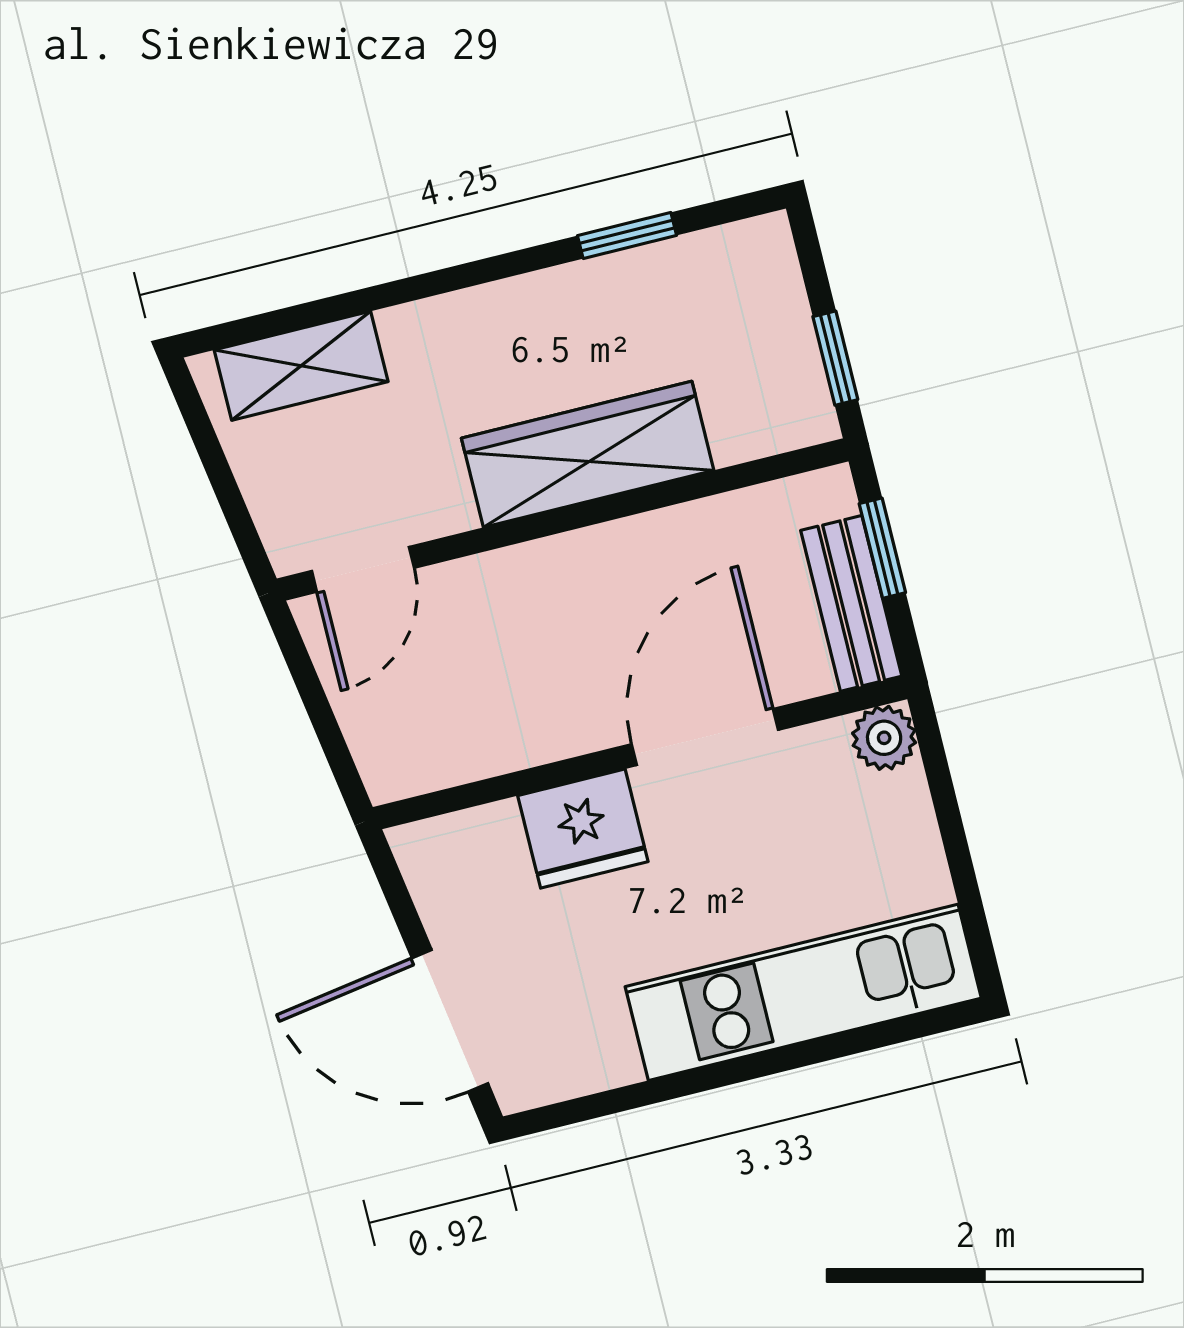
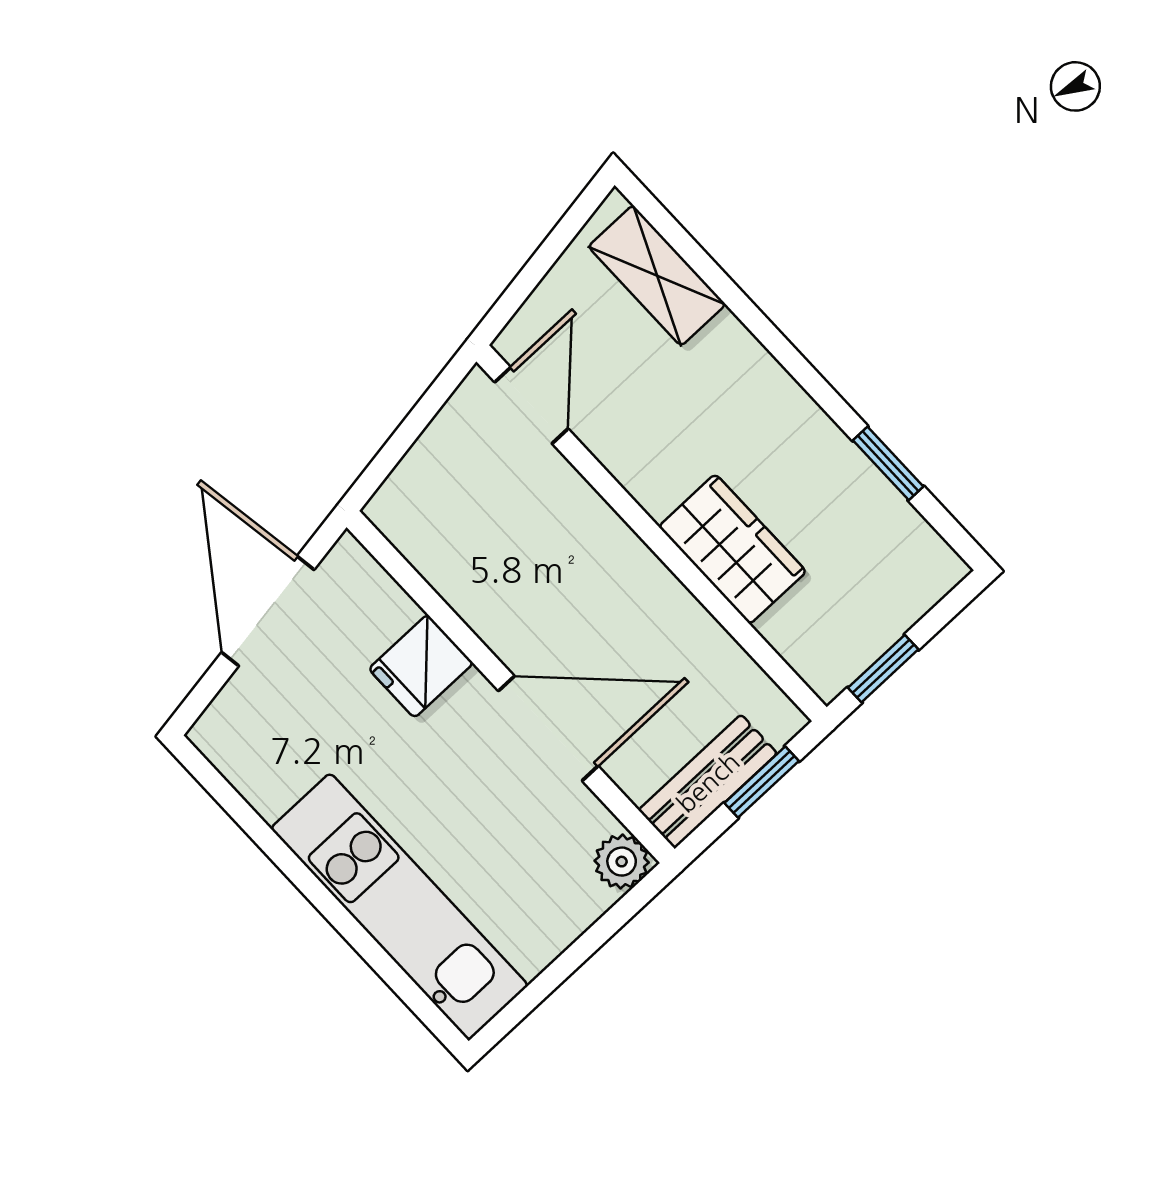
wardrobe: (588, 454) -> (732, 549), width x0.67
door: (363, 569) -> (531, 405), swing flipped
fridge: (583, 829) -> (421, 666), width x0.72
door: (450, 1021) -> (268, 611), moved

